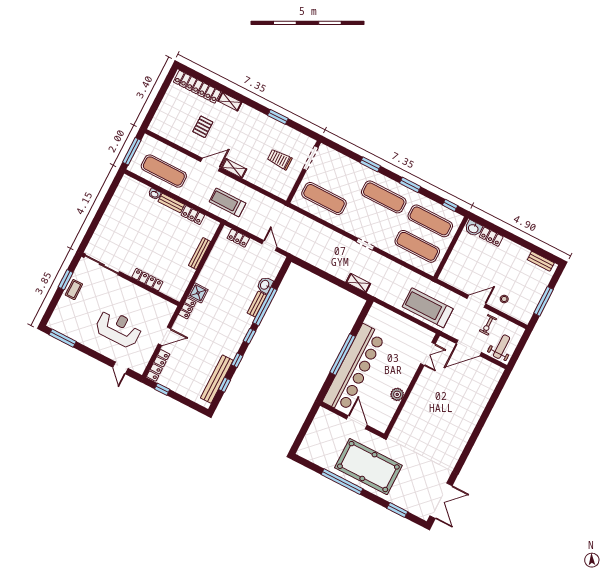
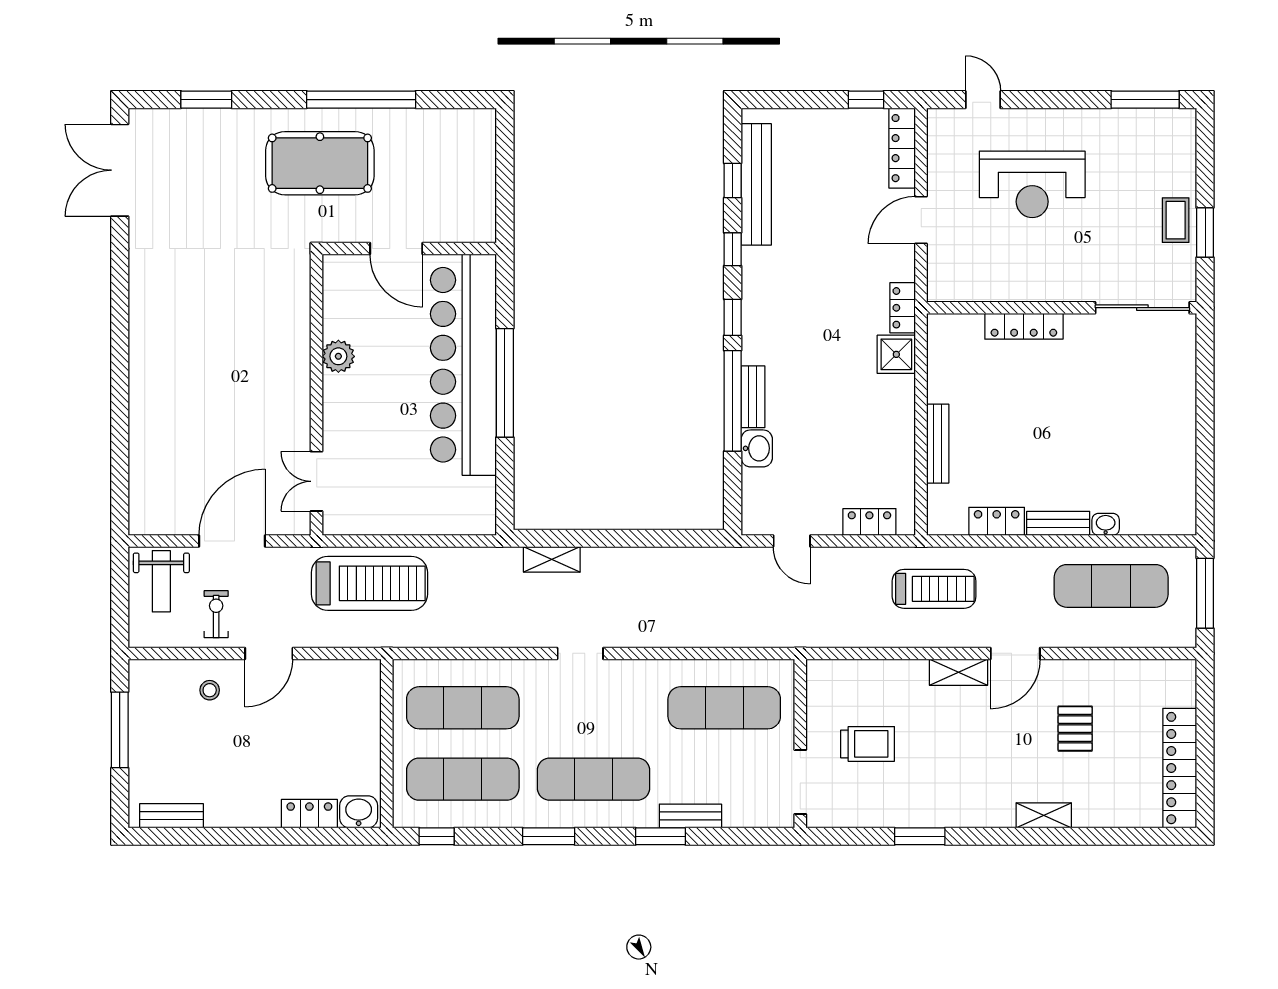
locker: (197, 87) -> (1180, 768), moved, turned -90
bench: (356, 166) -> (690, 816), added
pool table: (368, 467) -> (320, 163), width x0.73, depth x0.76

